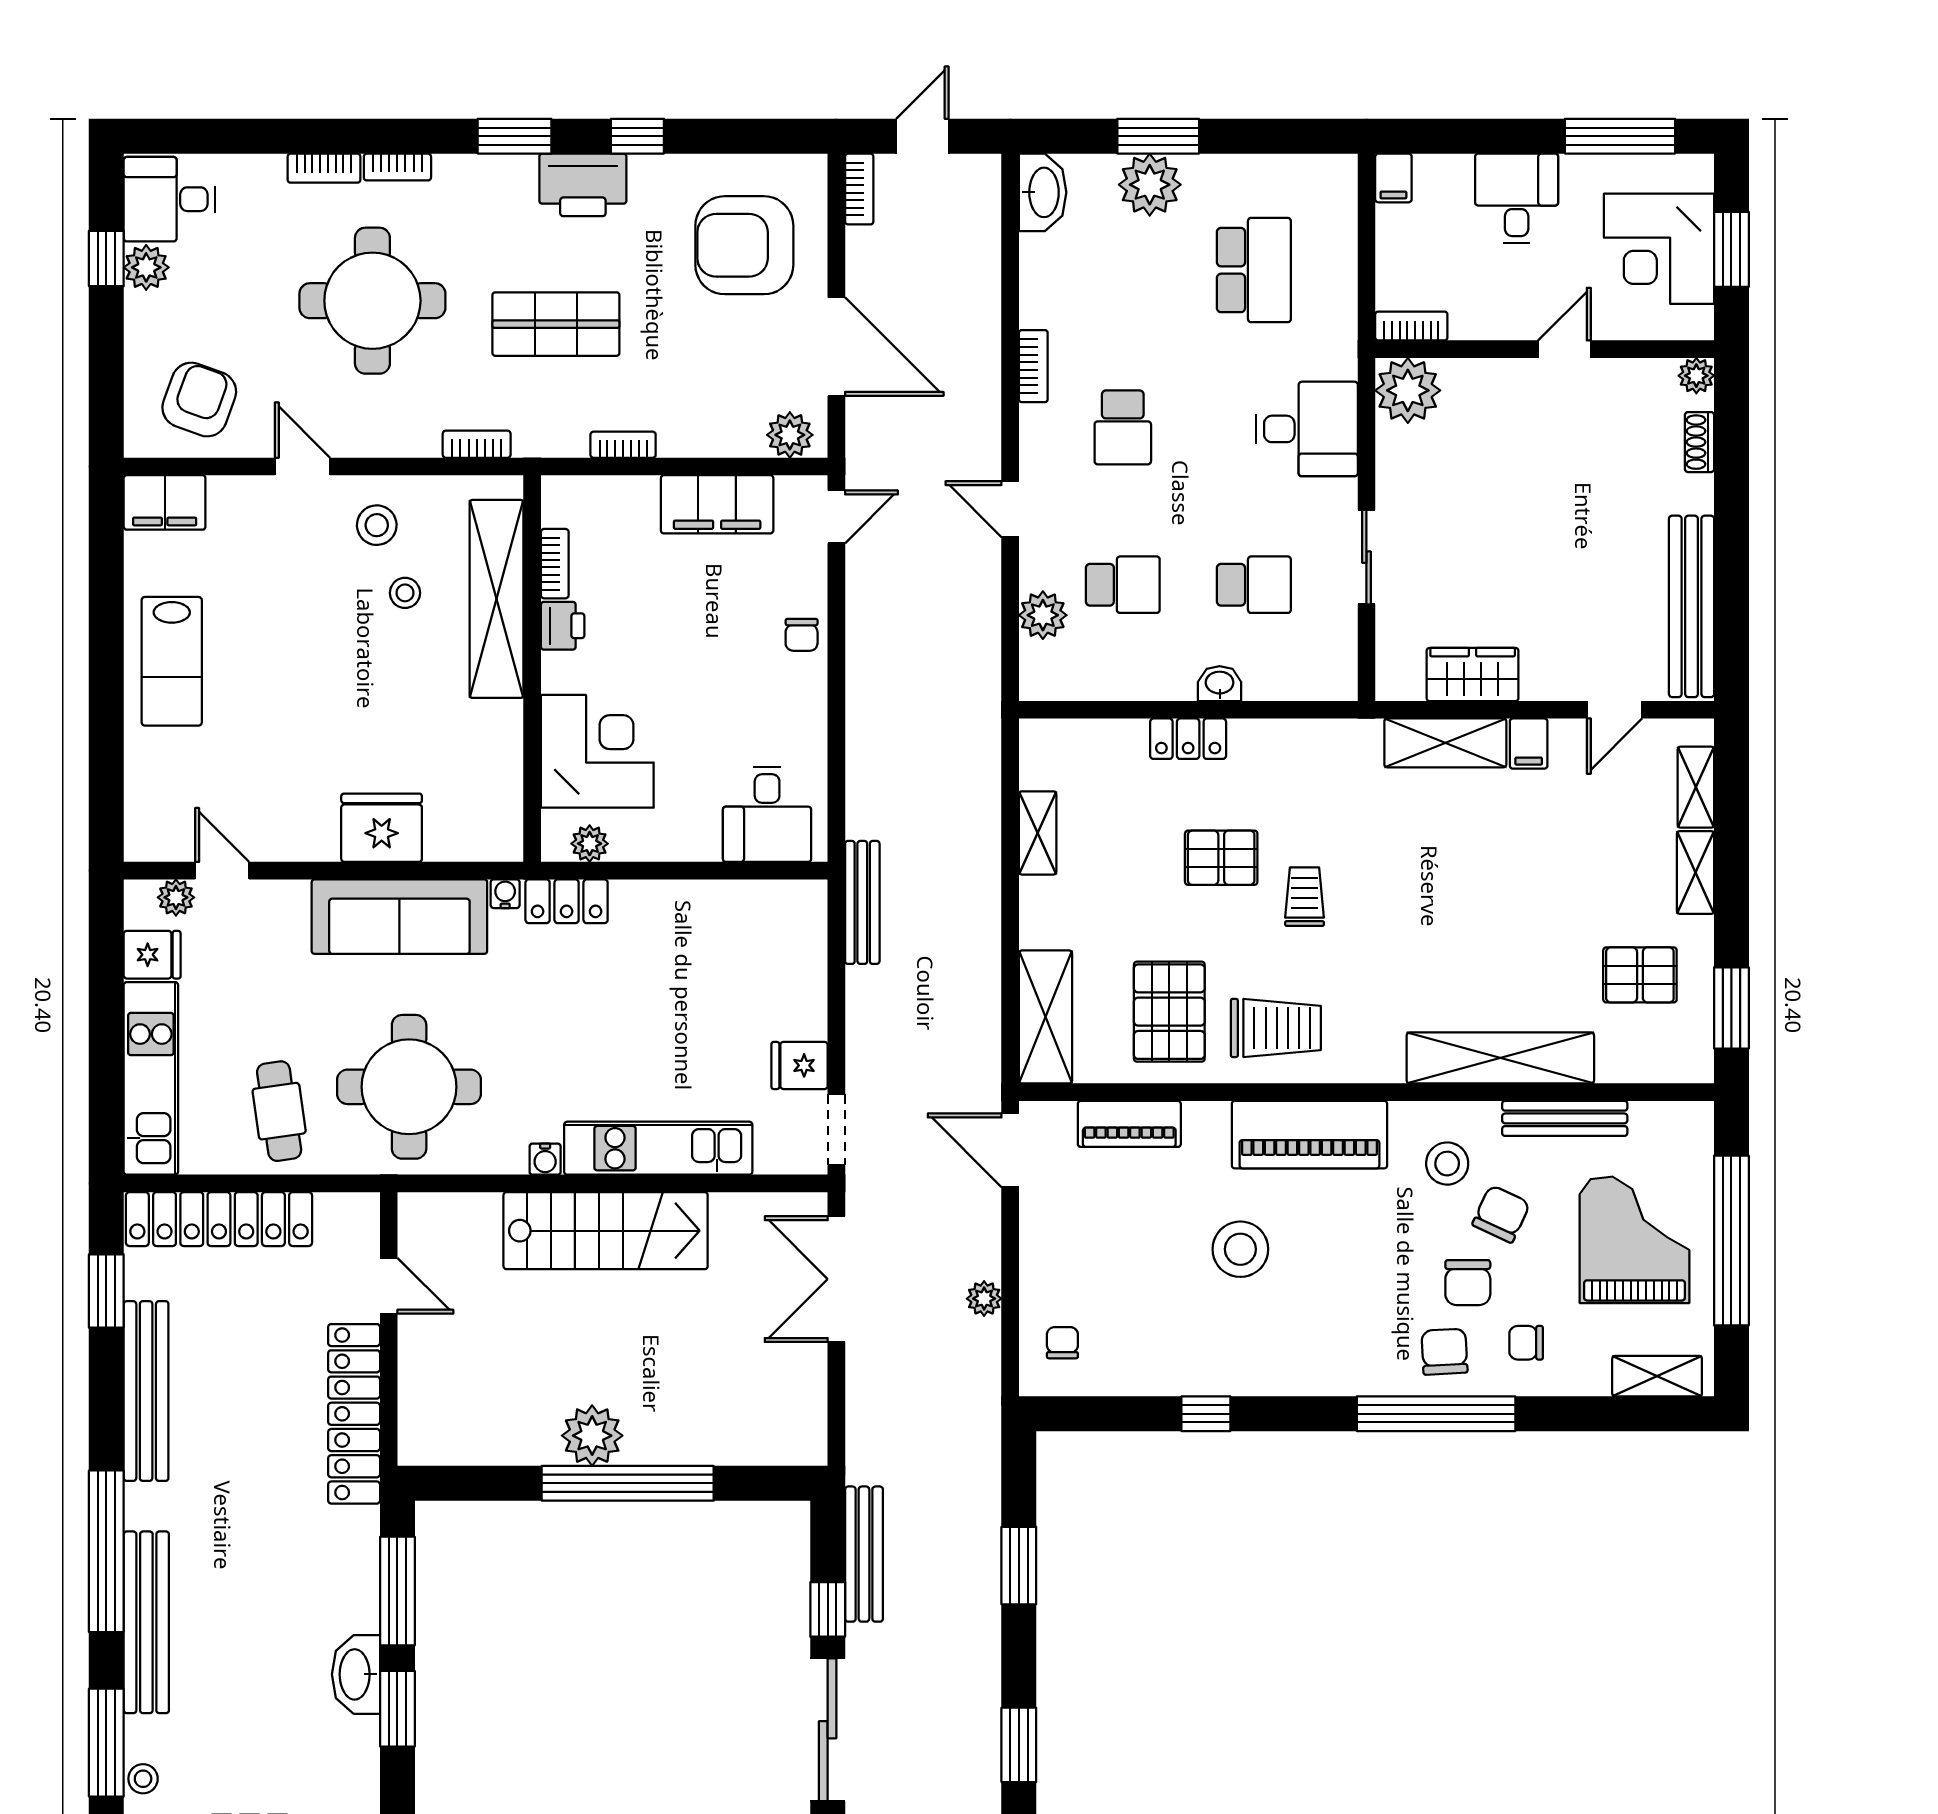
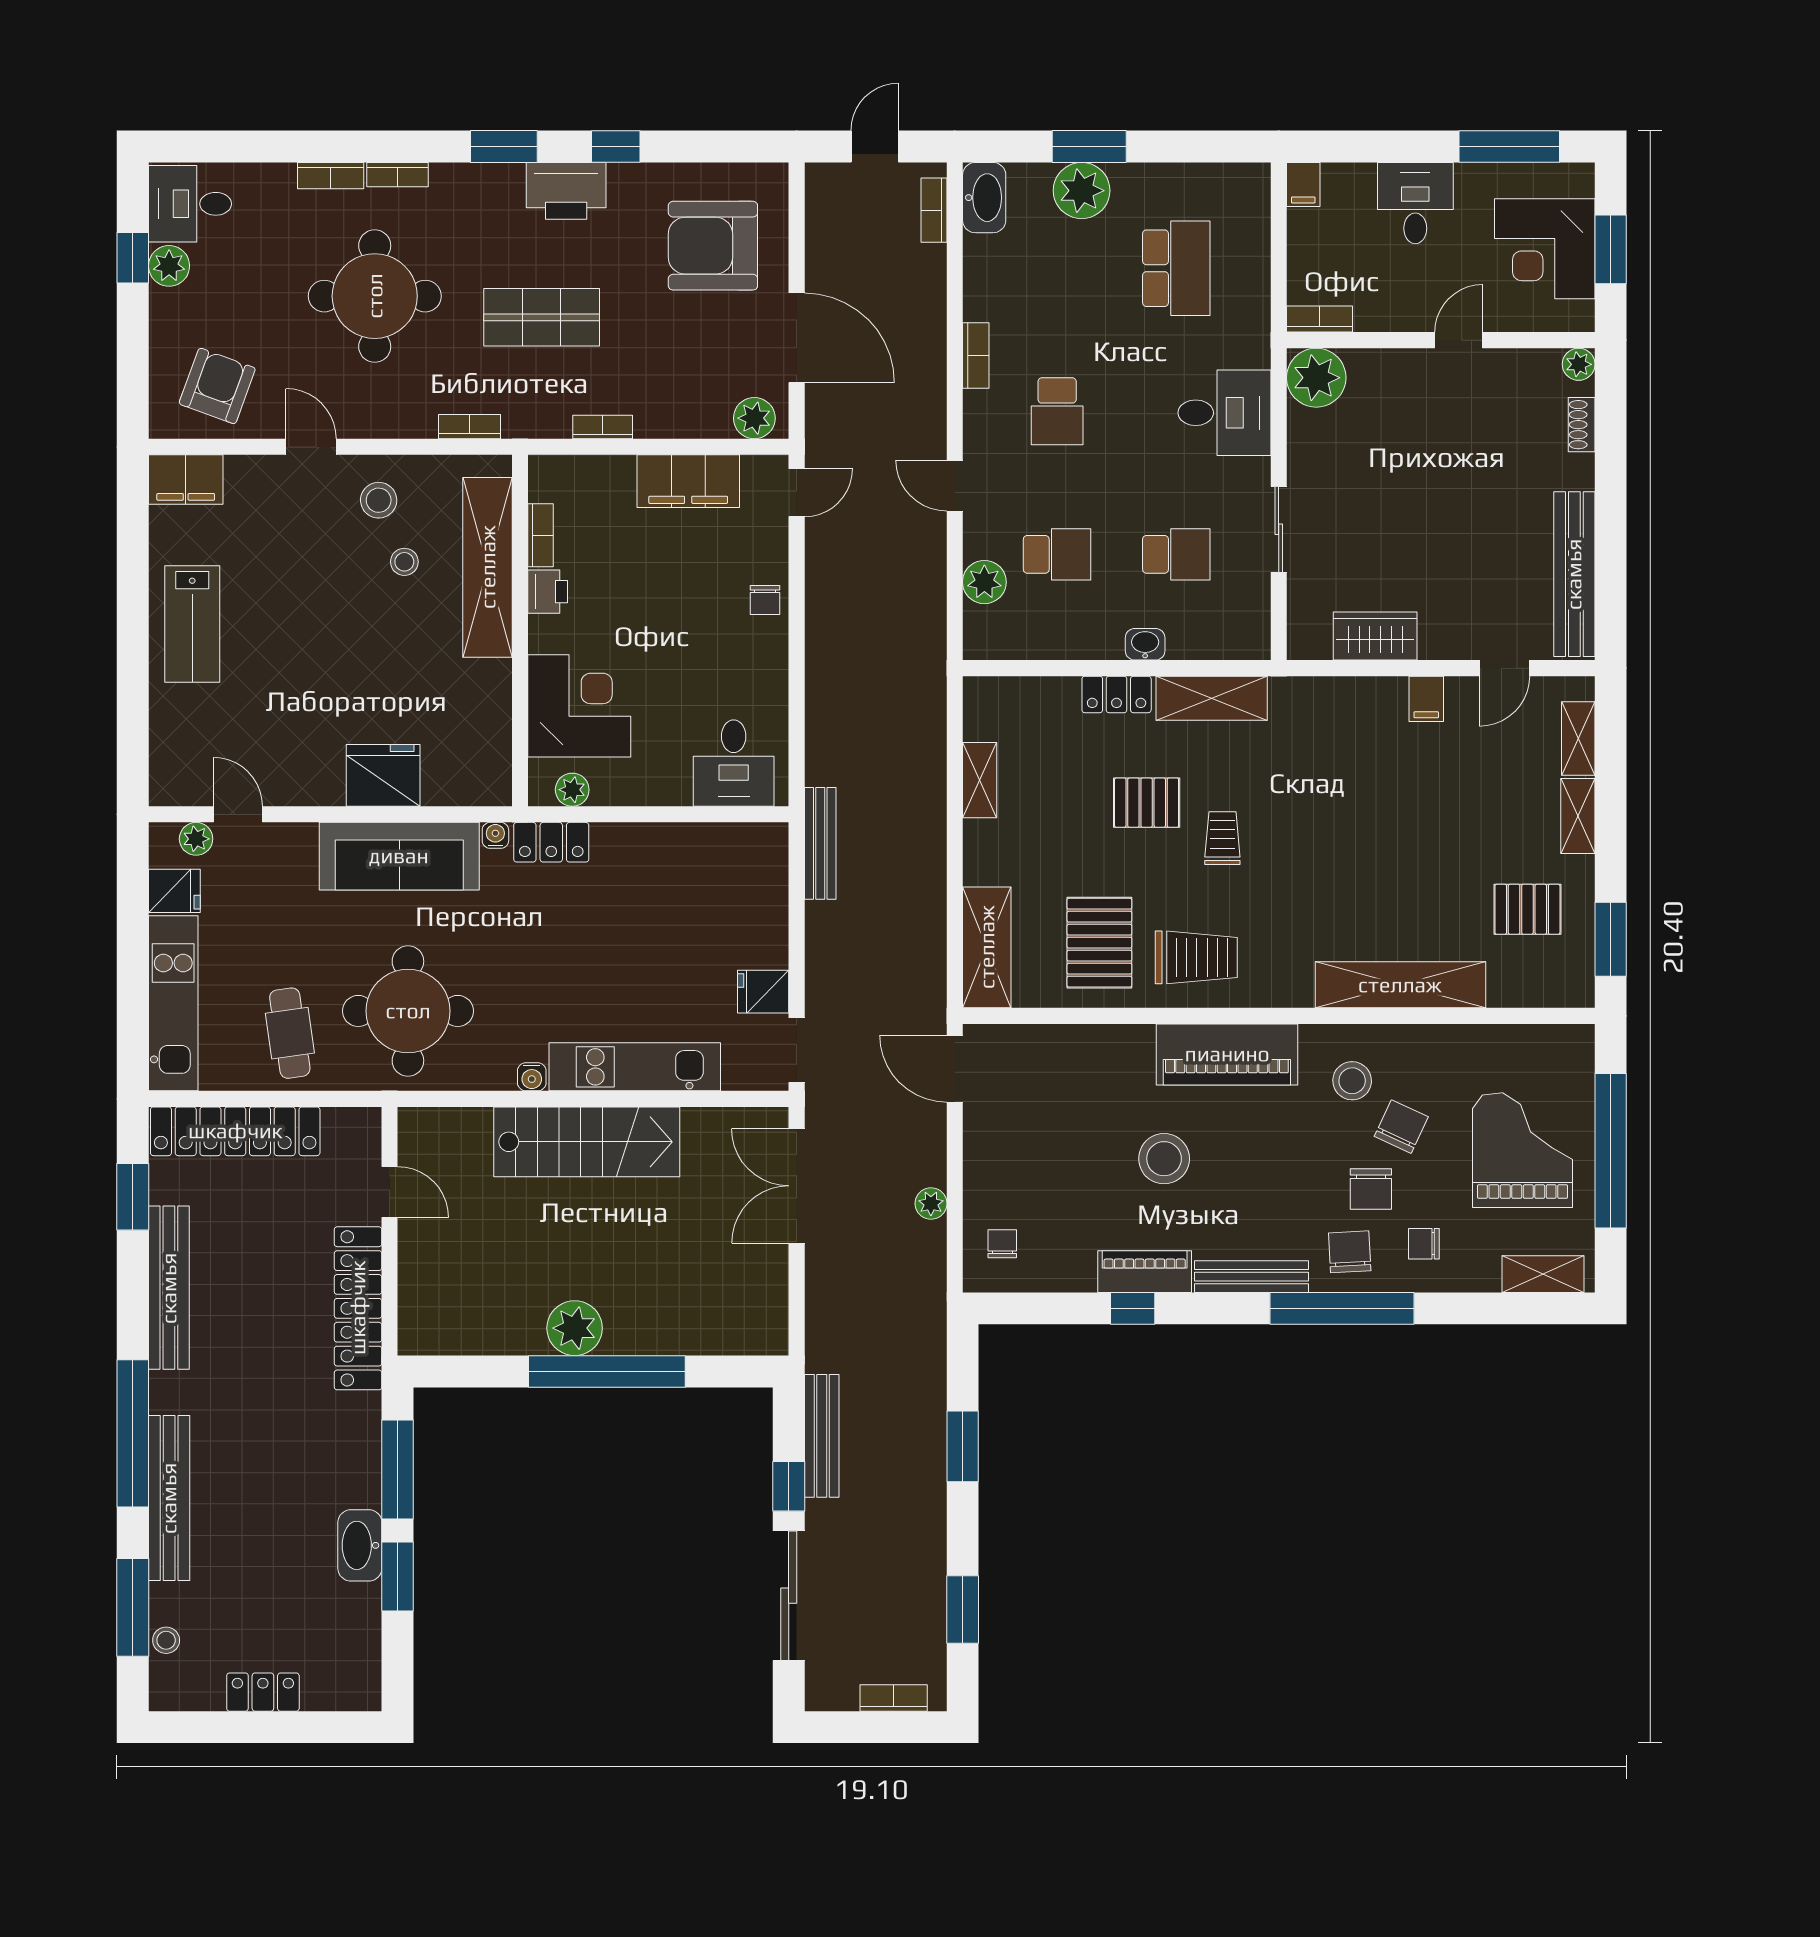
bookcase: (859, 189) -> (934, 210), moved, turned 180
shelving: (1445, 743) -> (1212, 698), moved
bench: (1565, 1118) -> (1252, 1277), moved
piano: (1129, 1124) -> (1145, 1272), moved, turned 180

